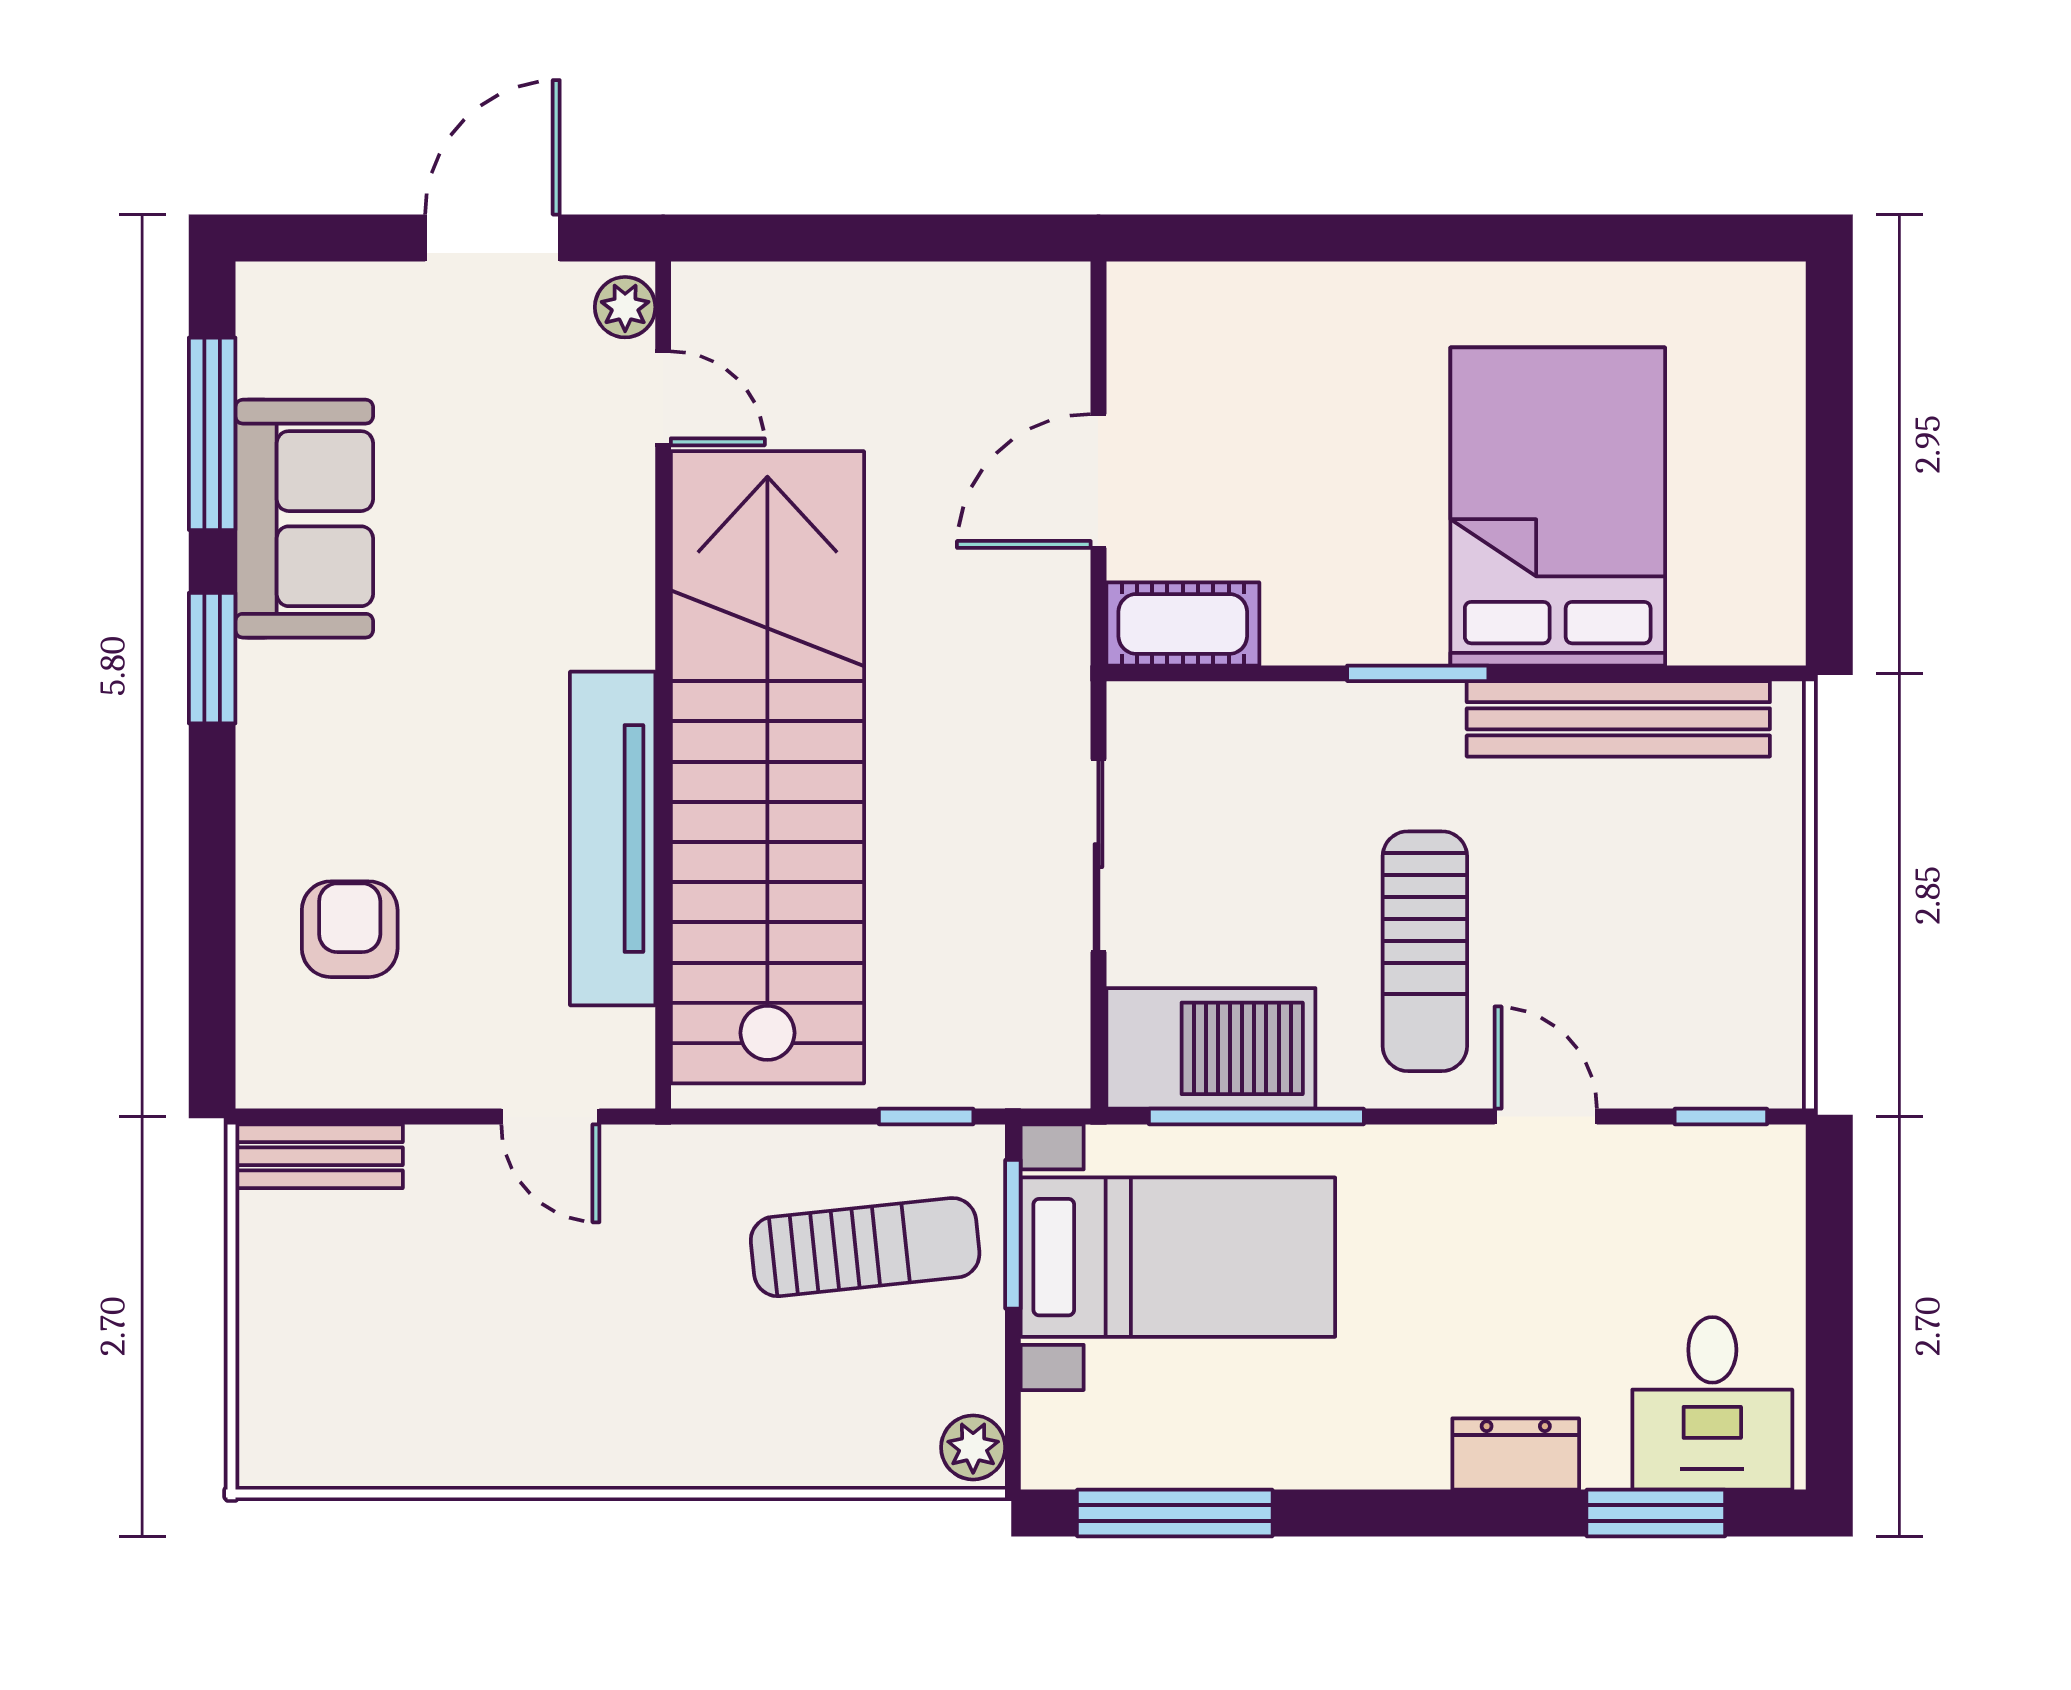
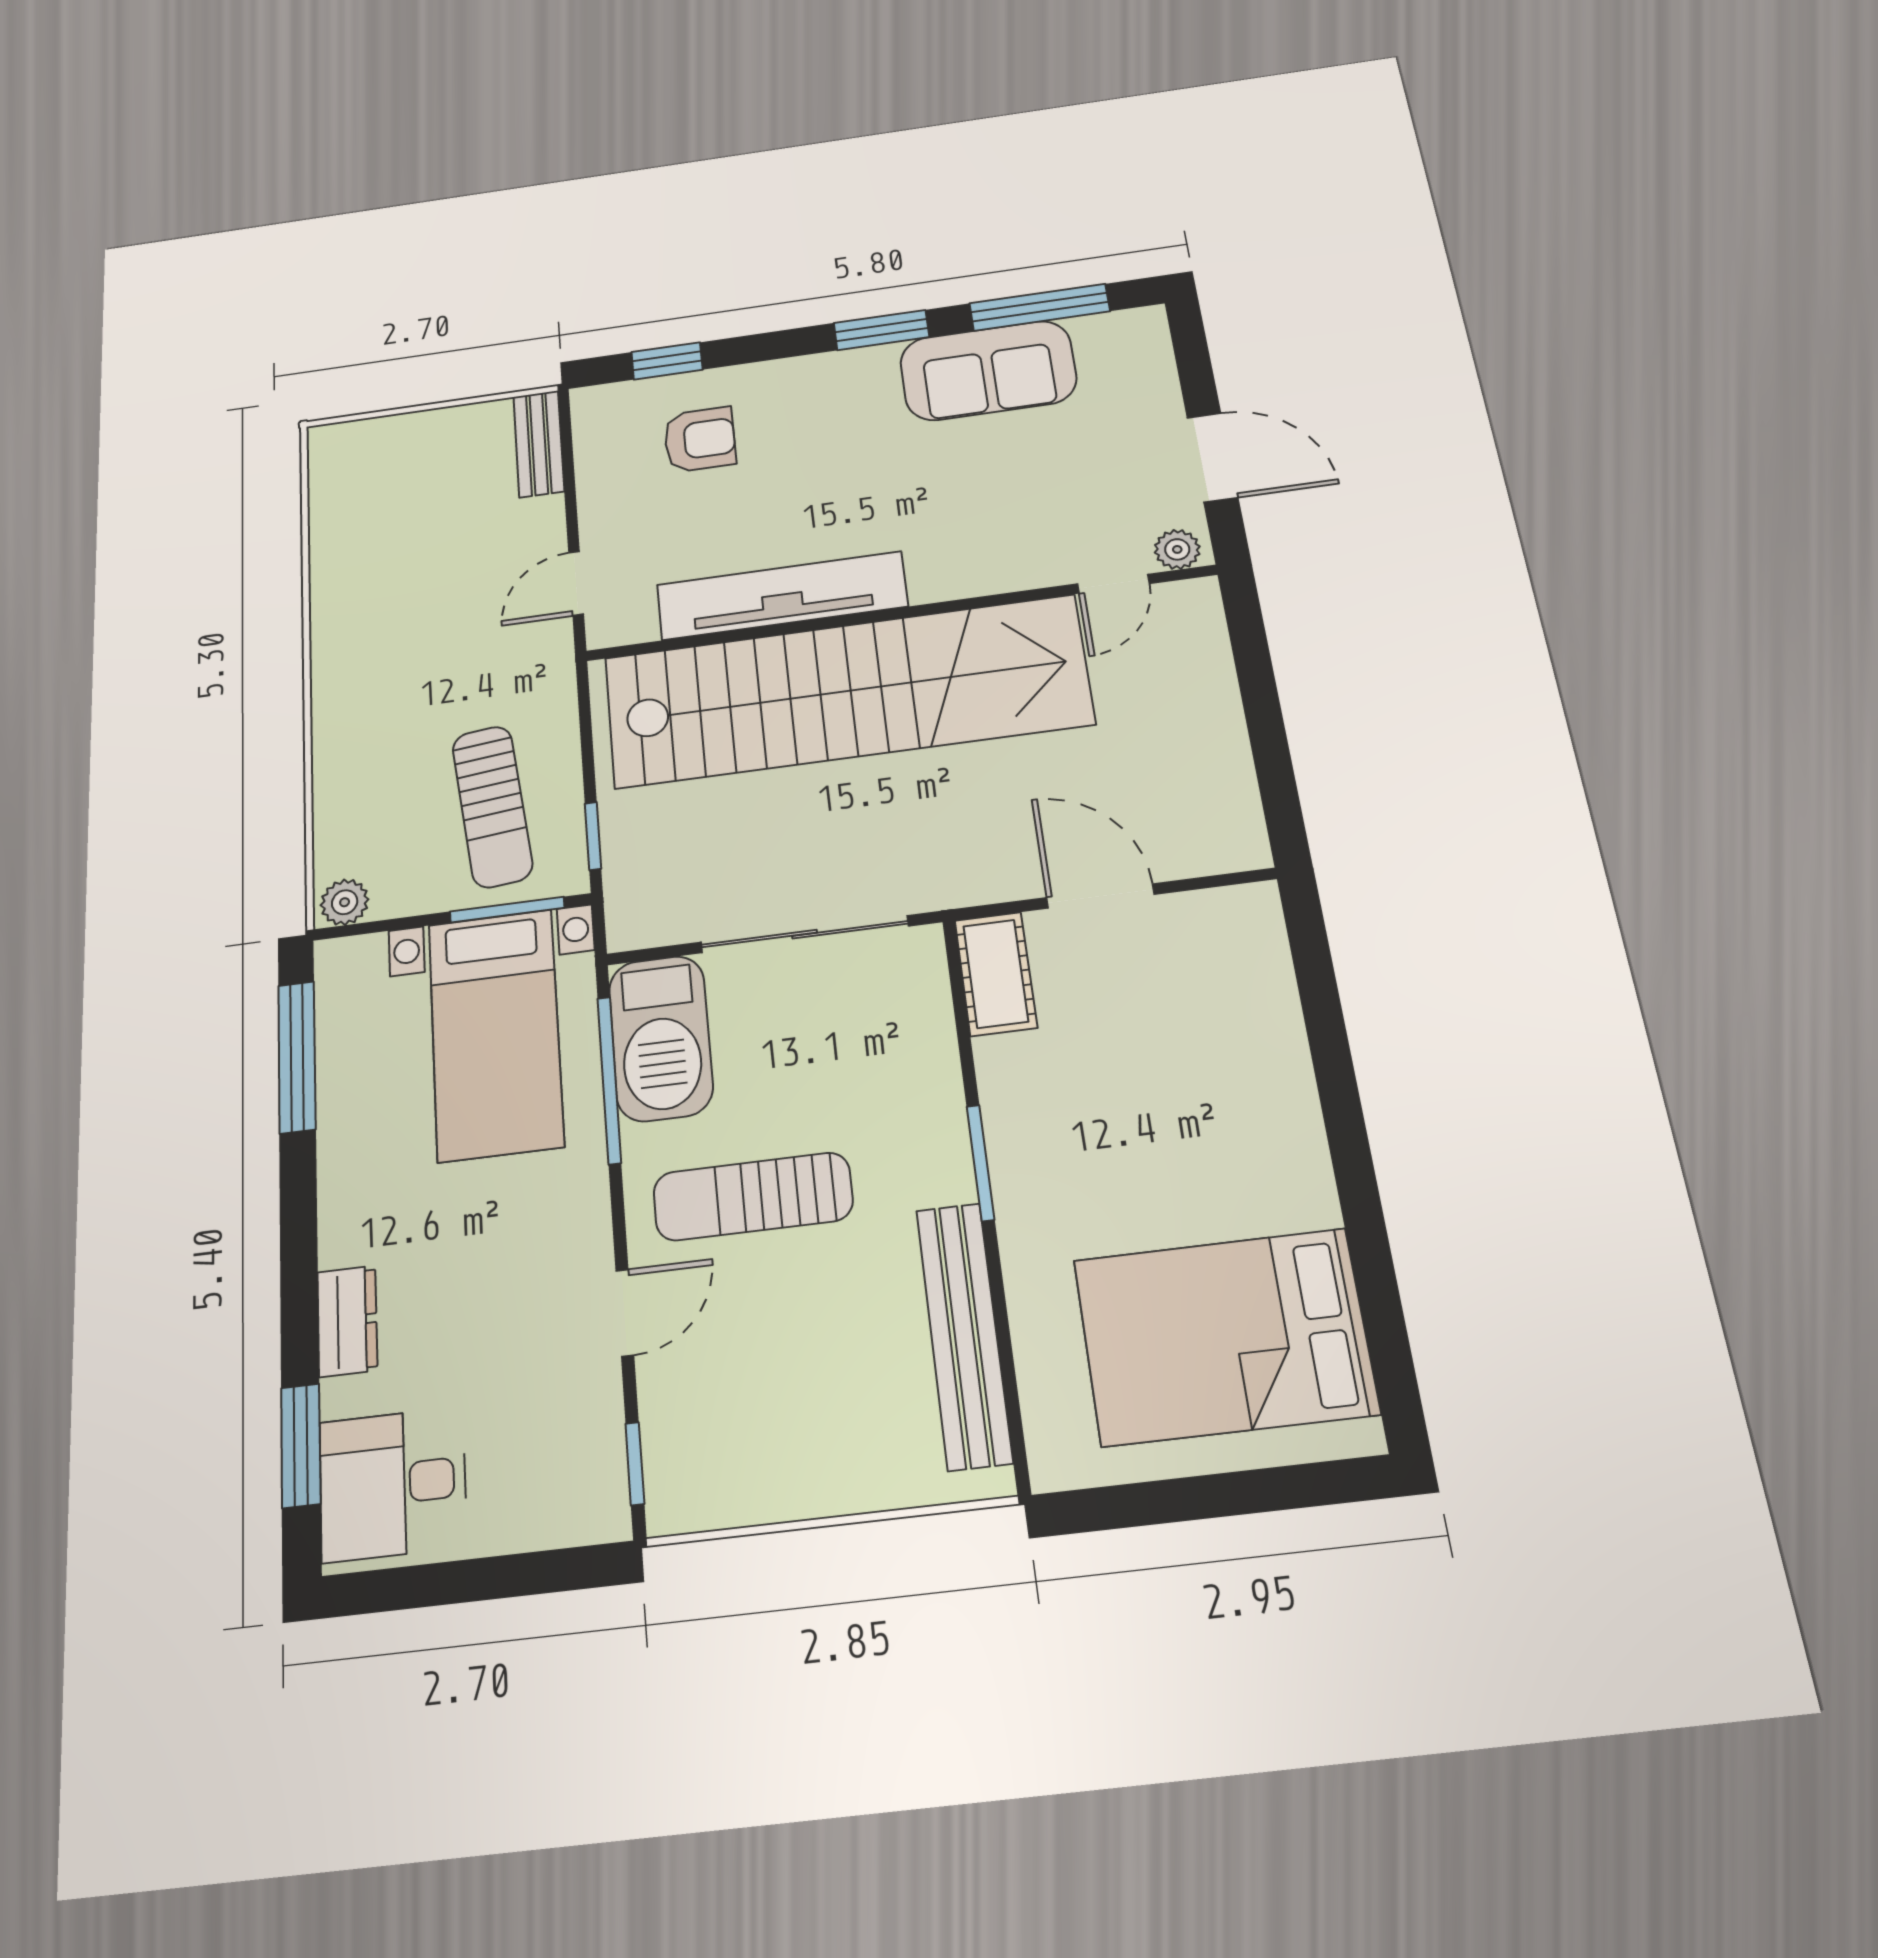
bed: (1558, 507) -> (1225, 1336), moved, turned 180
sliding door: (1098, 856) -> (805, 934), width x1.37
window: (212, 965) -> (667, 361), added

